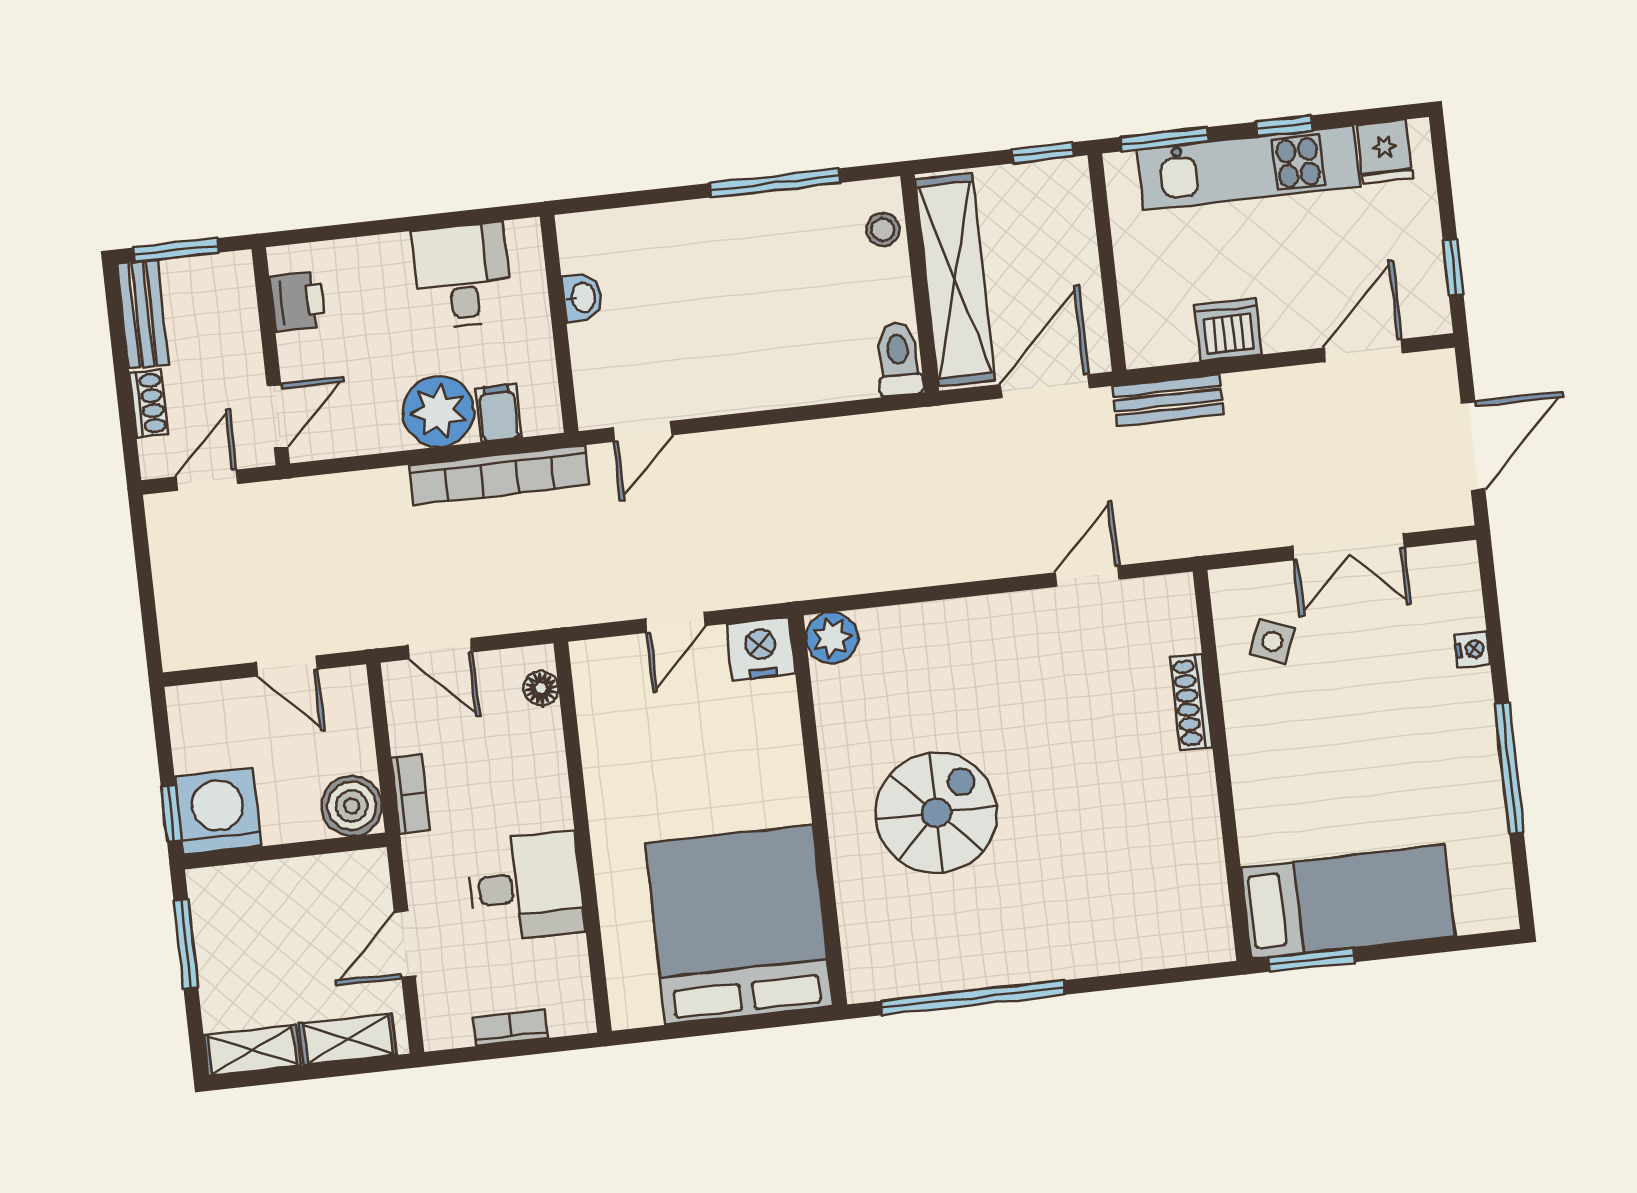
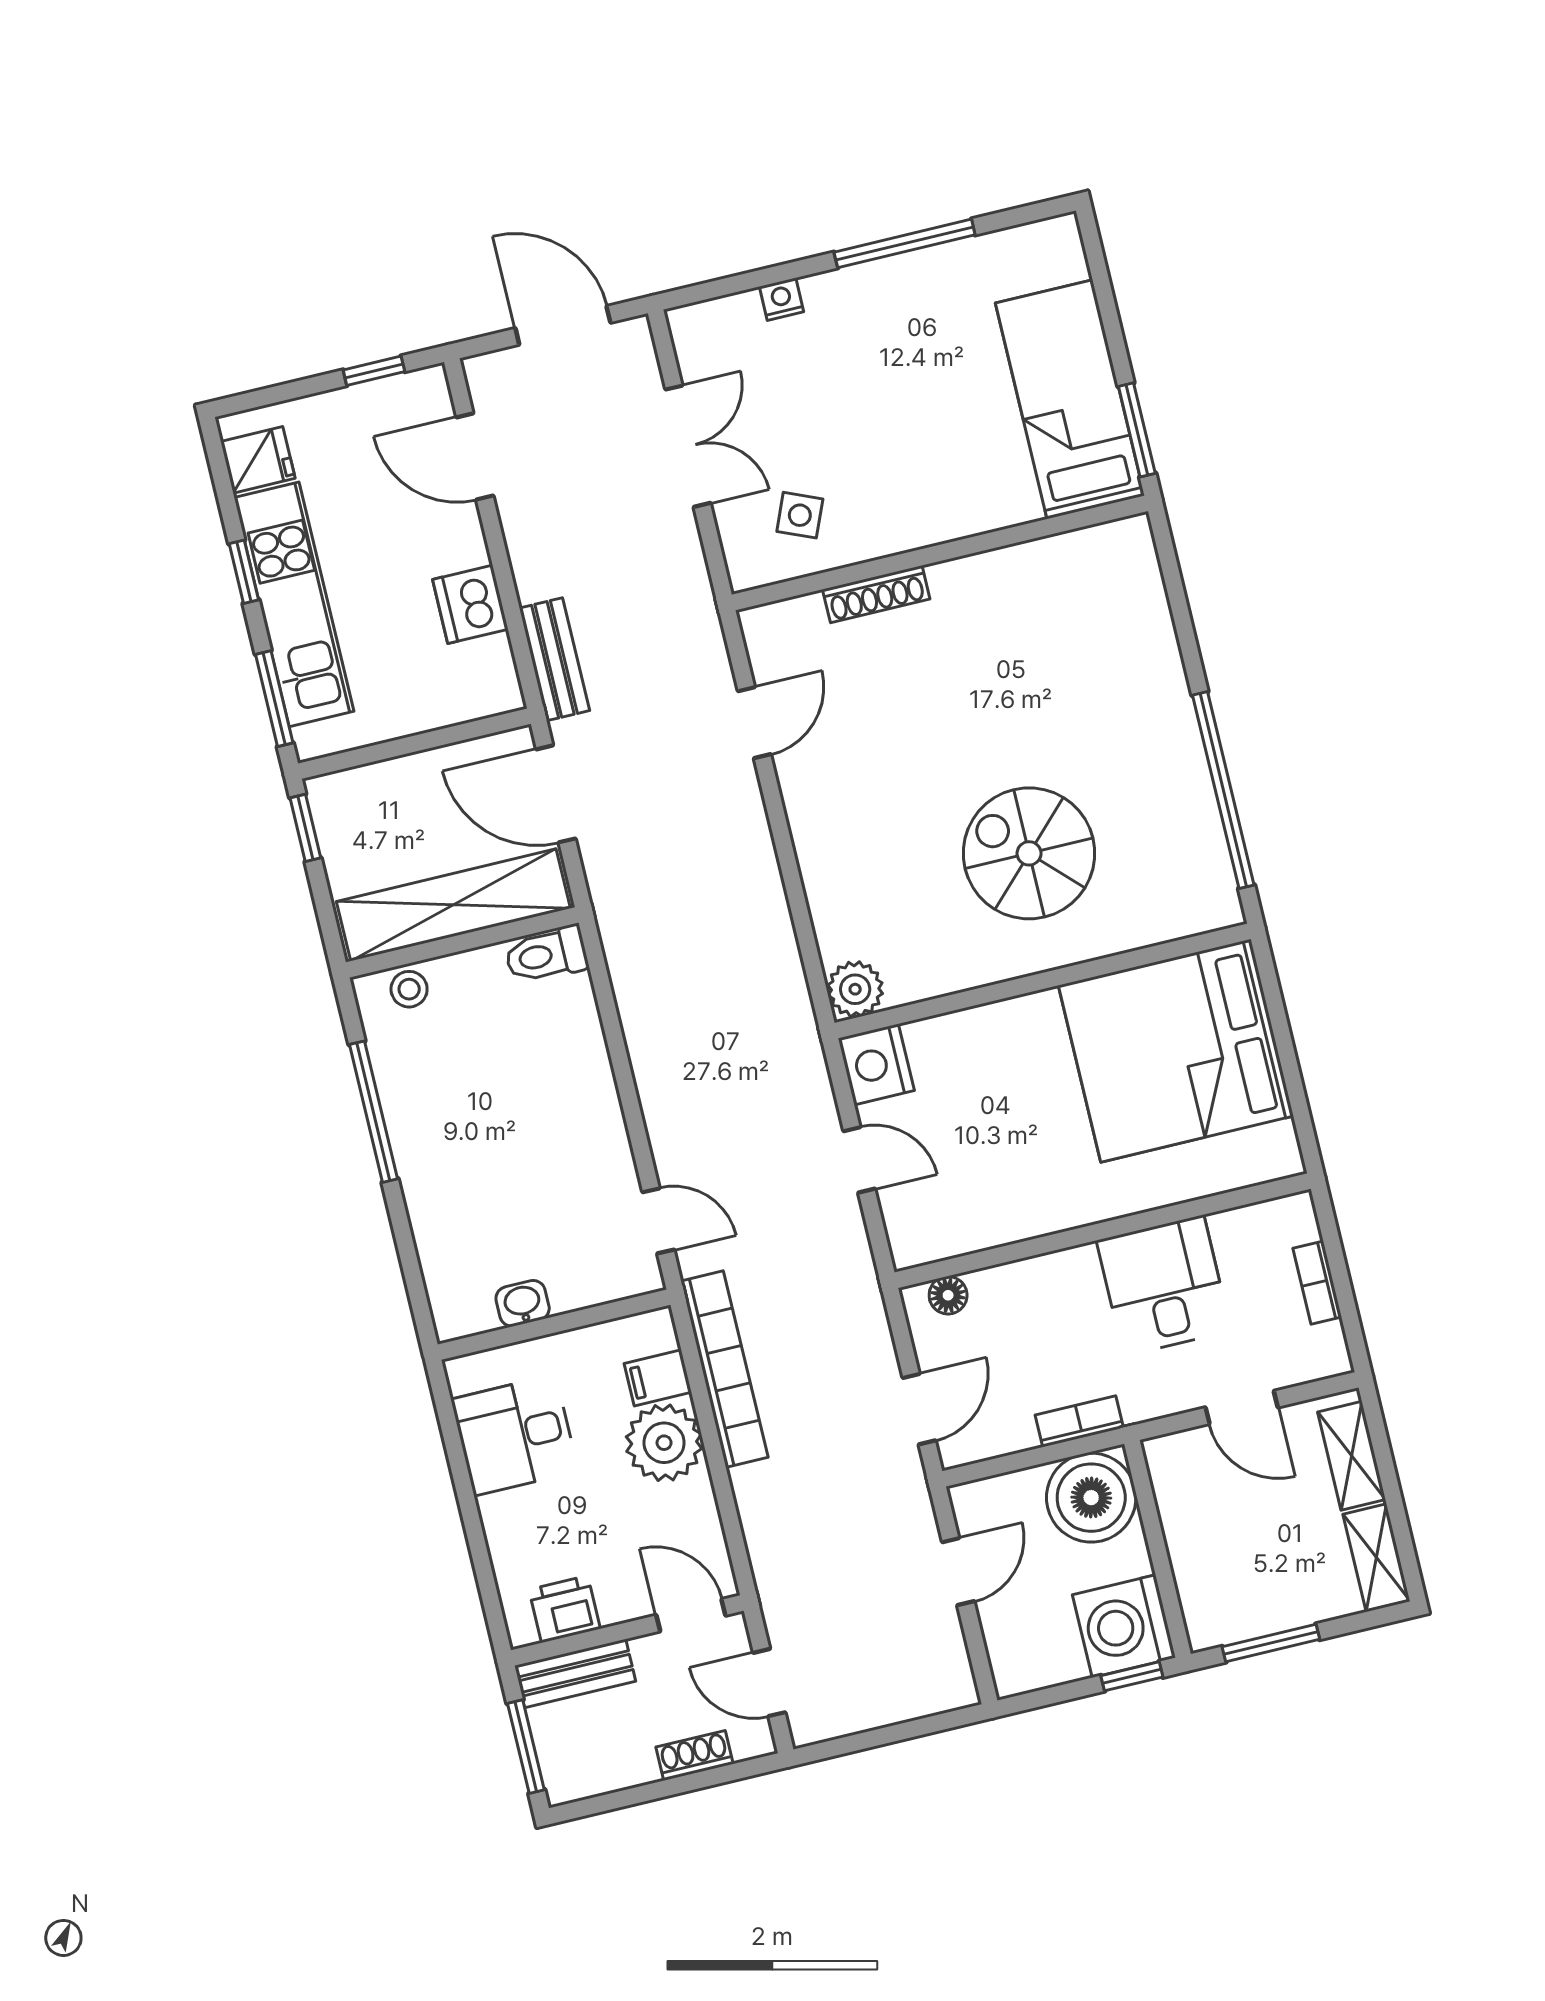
bench: (143, 314) -> (575, 1673), moved
door: (1087, 576) -> (754, 723), swing flipped
boiler: (352, 806) -> (1091, 1498), width x1.37, depth x1.37

